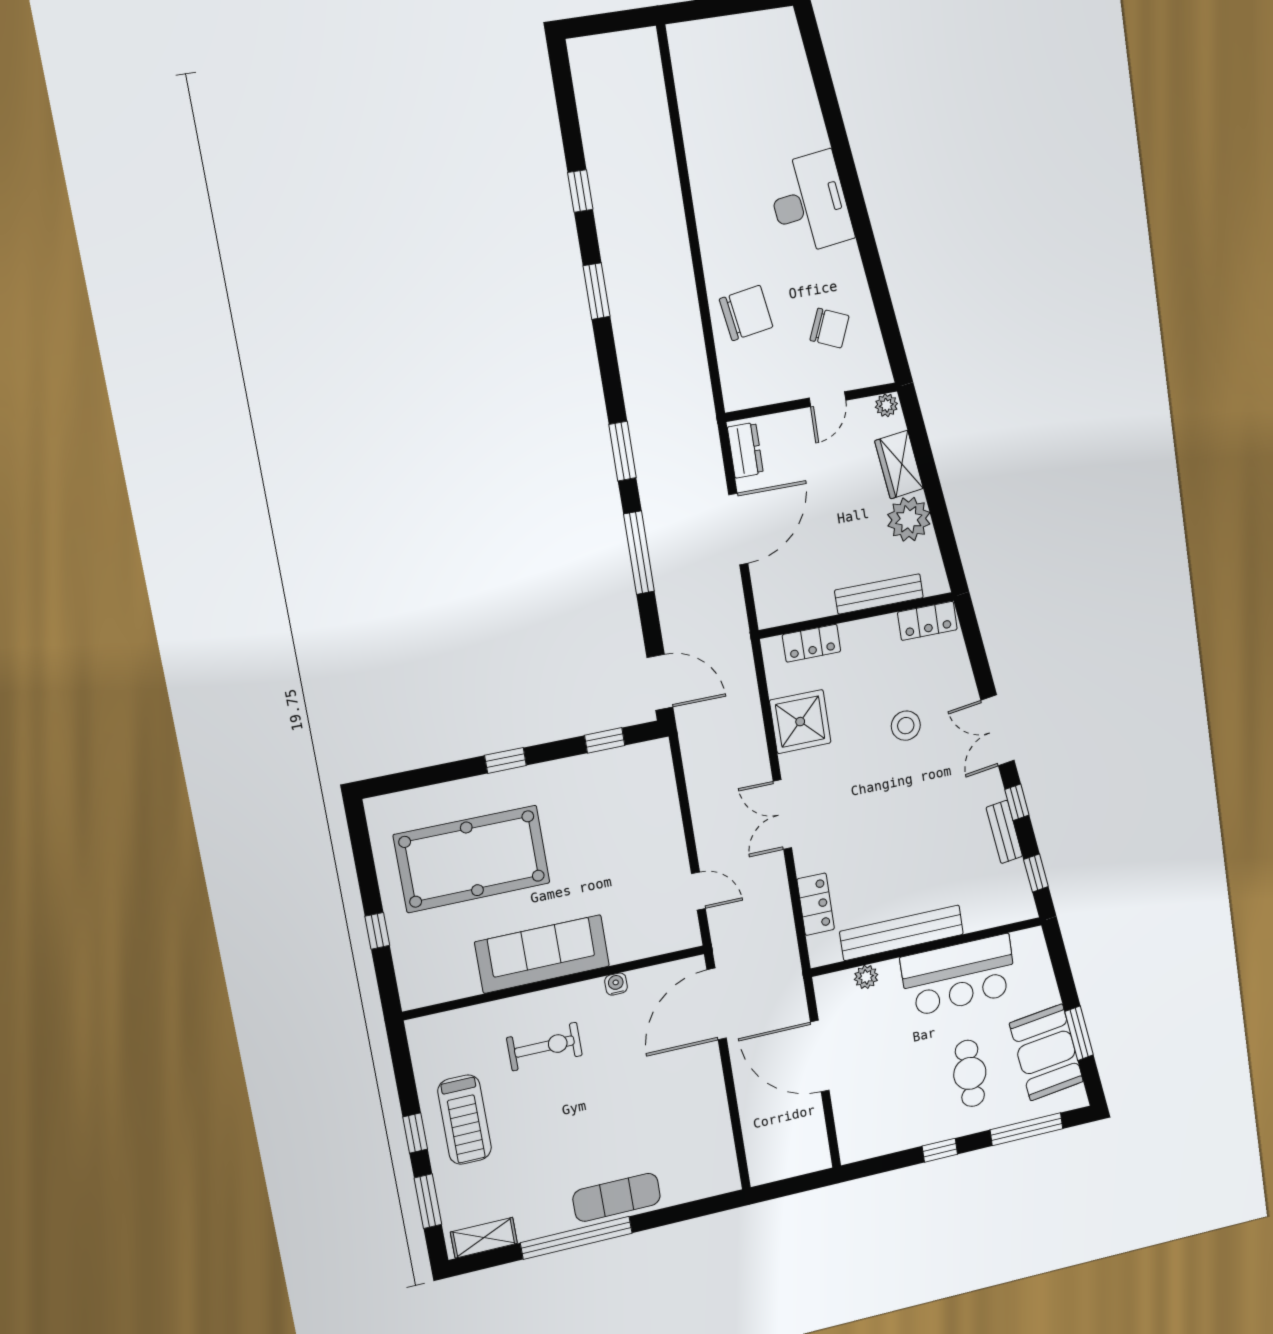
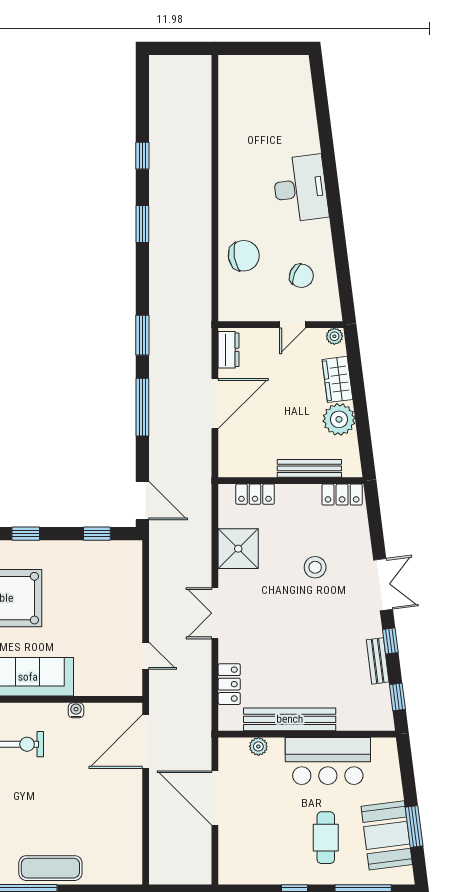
double door: (998, 730) -> (383, 585), swing flipped

